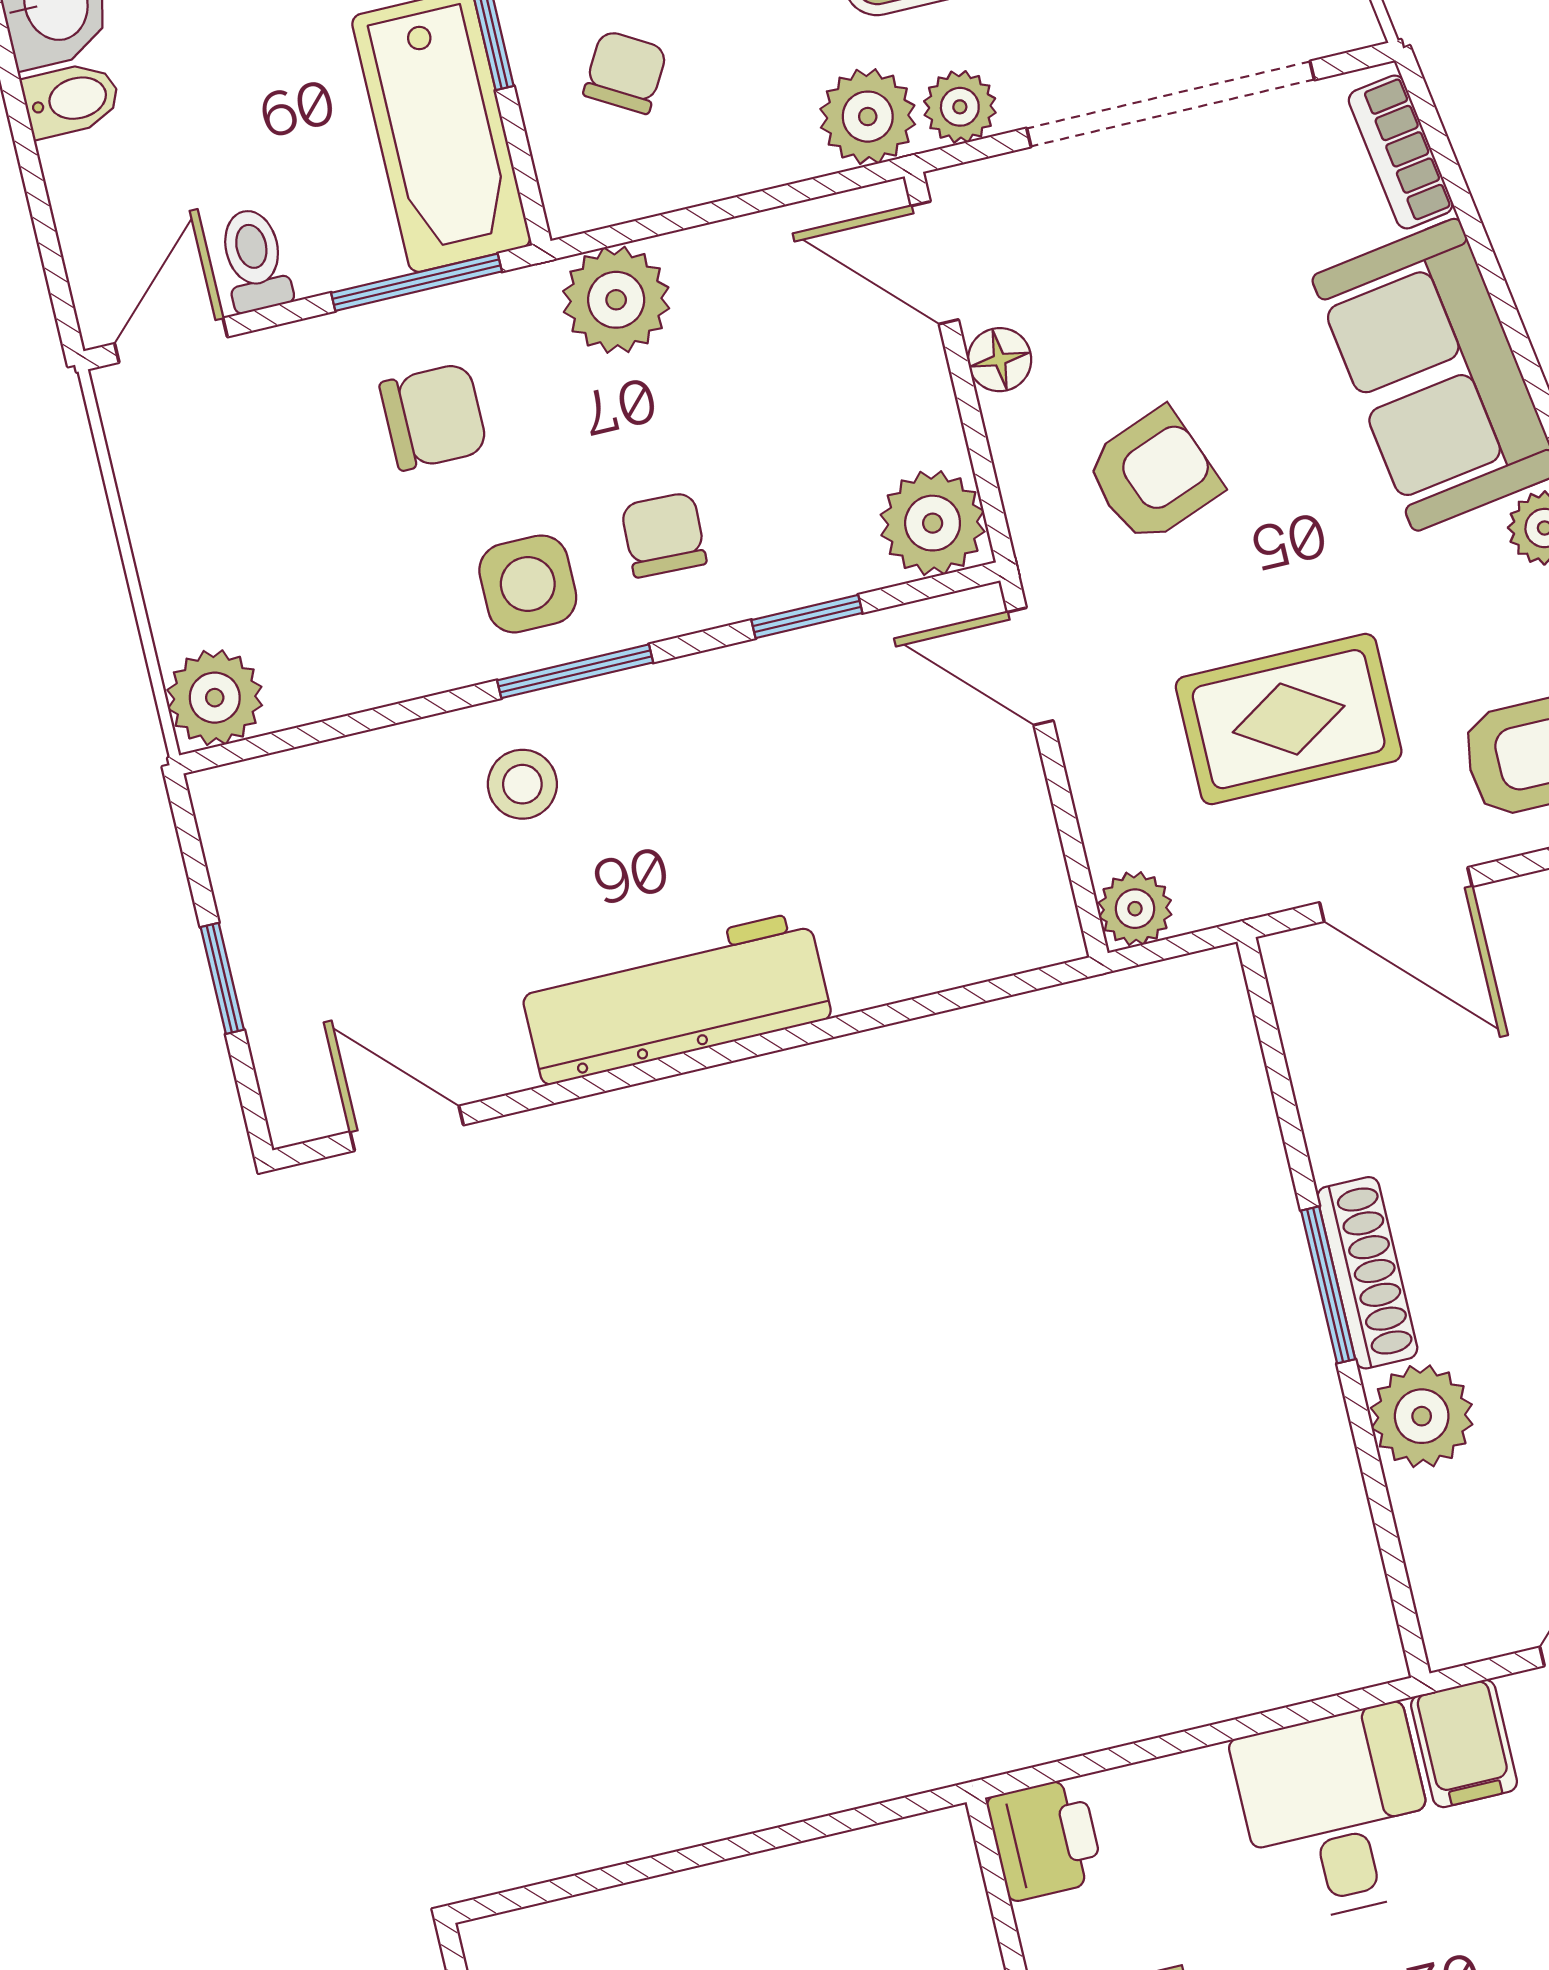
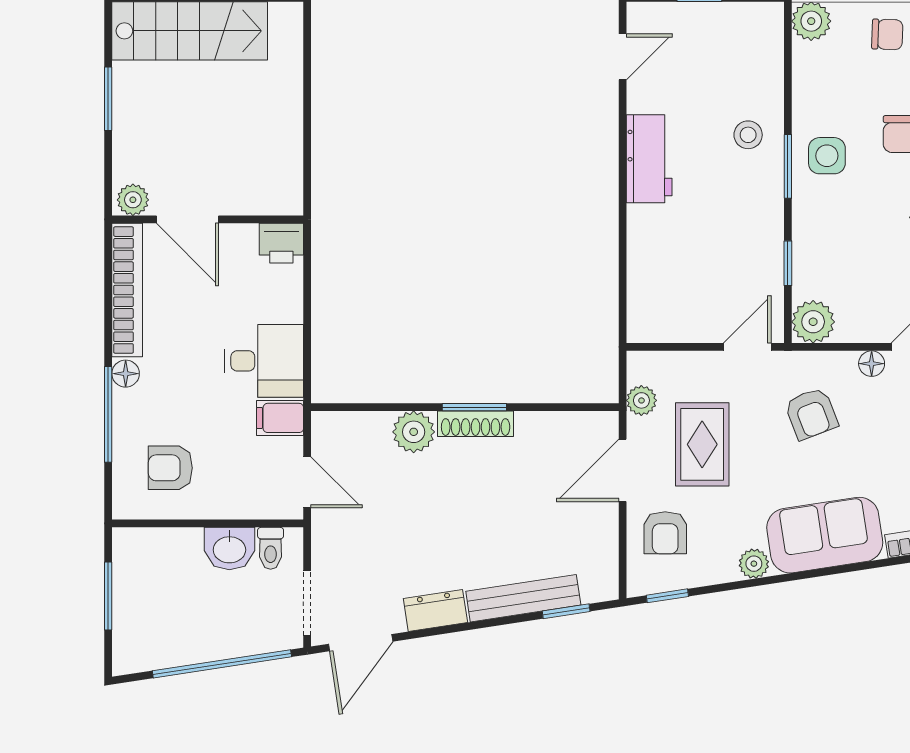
chair: (664, 535) -> (887, 34), moved
plant: (1135, 909) -> (641, 400), moved
workbench: (675, 998) -> (649, 159), width x0.73

